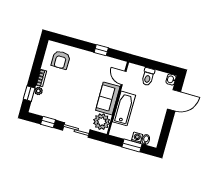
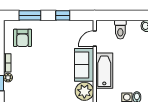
window: (73, 42) -> (30, 15), added
door: (124, 78) -> (95, 38), hinge flipped

